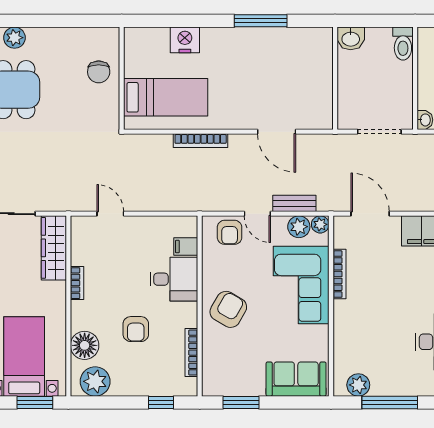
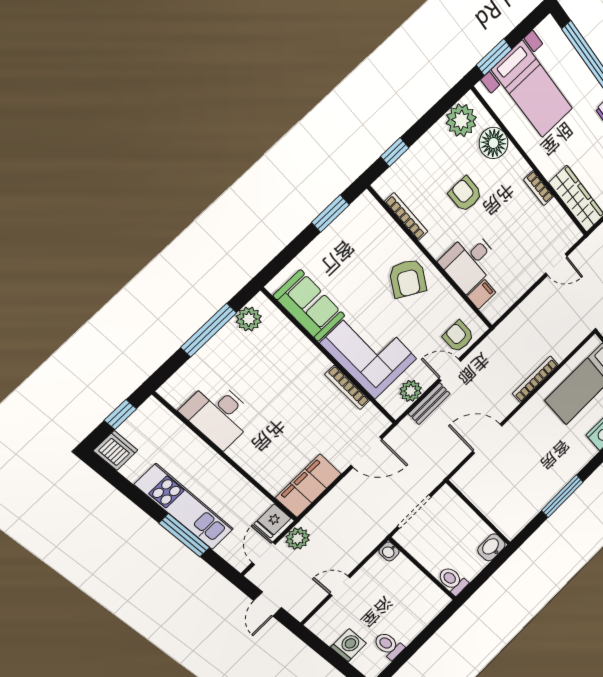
plant: (320, 224) -> (396, 408), removed
sofa: (296, 379) -> (309, 306), moved, turned -90

